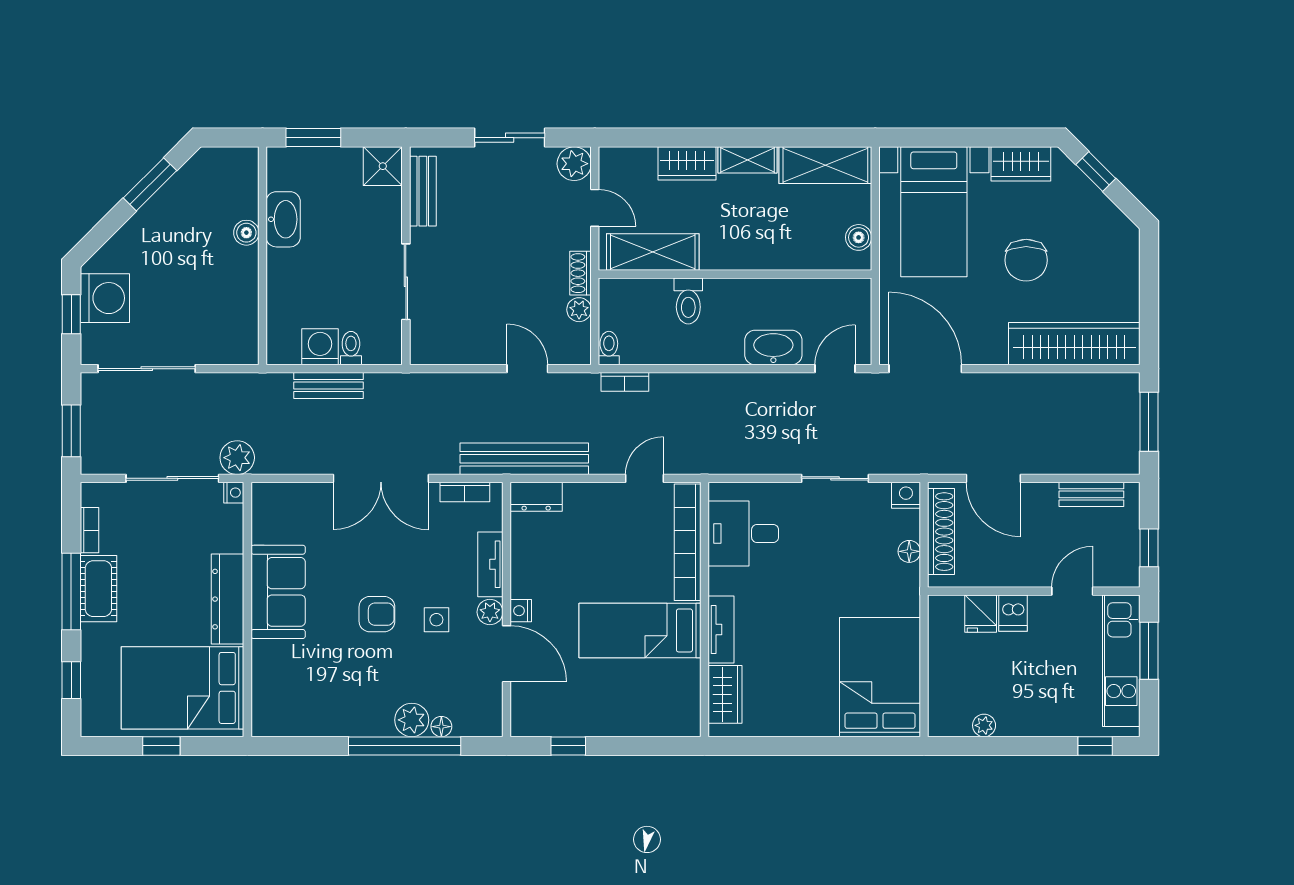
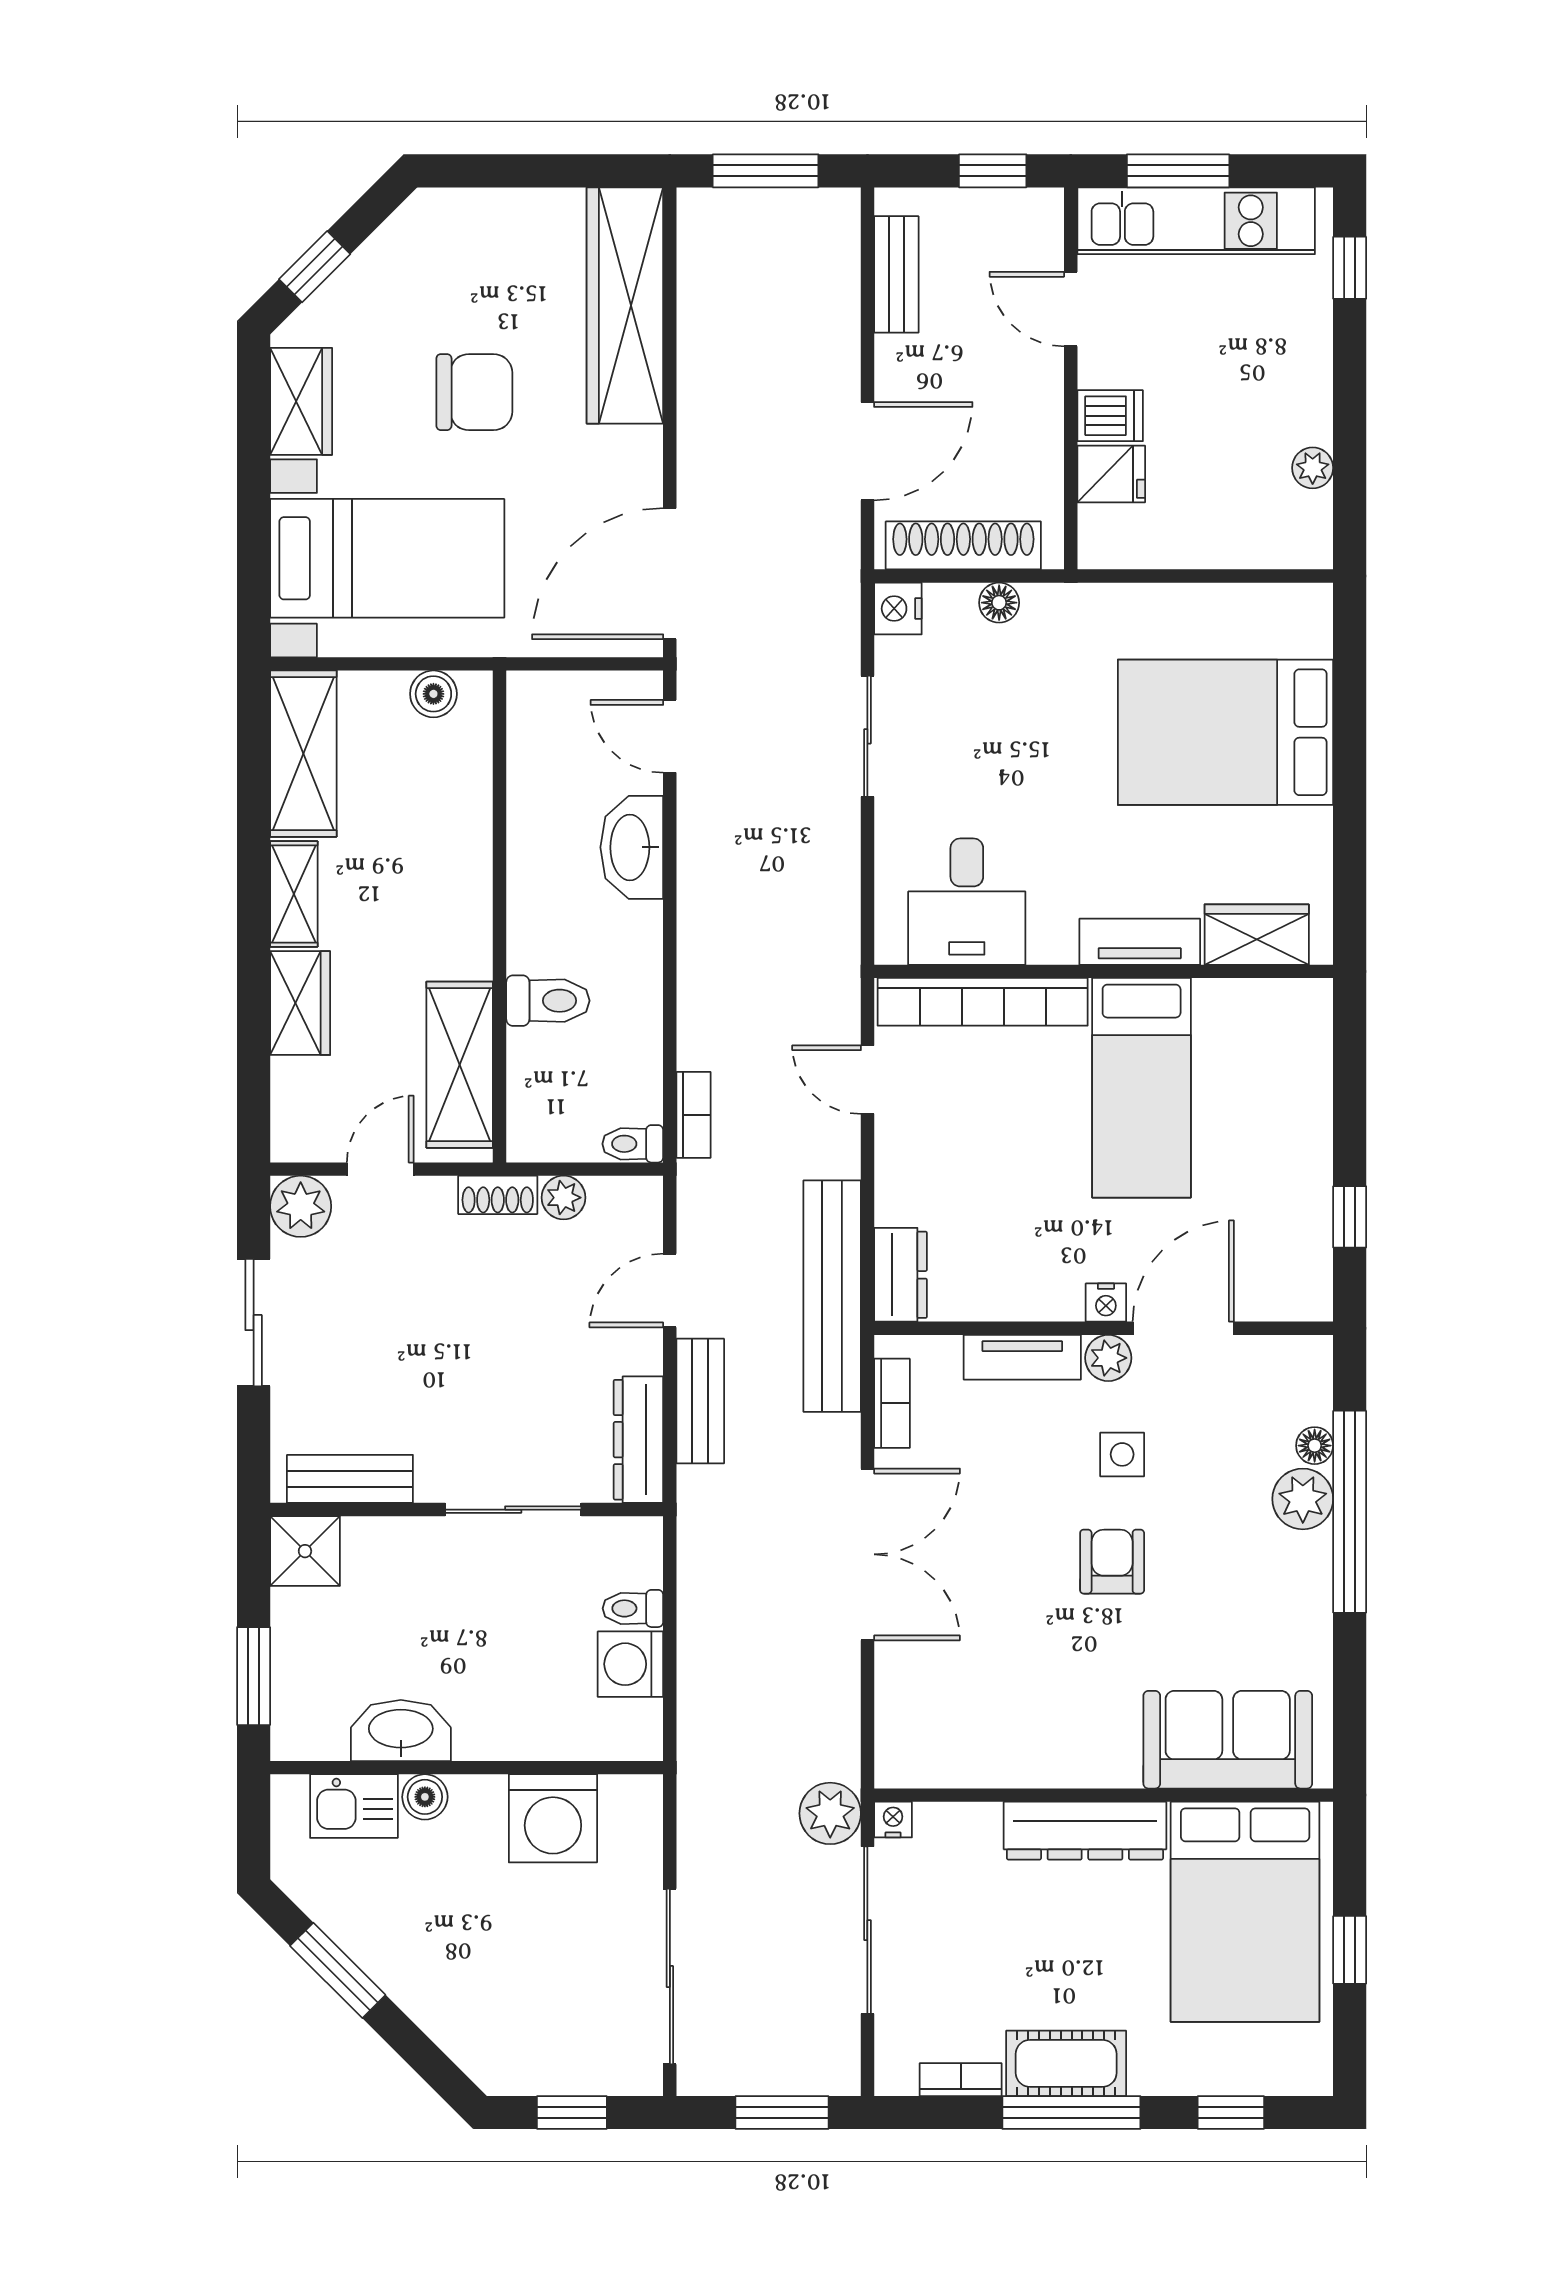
kitchen sink: (241, 193) -> (354, 1806), added
washing machine: (105, 298) -> (553, 1818), moved, turned 180
dresser: (445, 351) -> (638, 1440), added
bench: (328, 386) -> (700, 1401), moved
sofa: (278, 592) -> (1228, 1740), moved
bed: (880, 677) -> (1225, 732), moved

